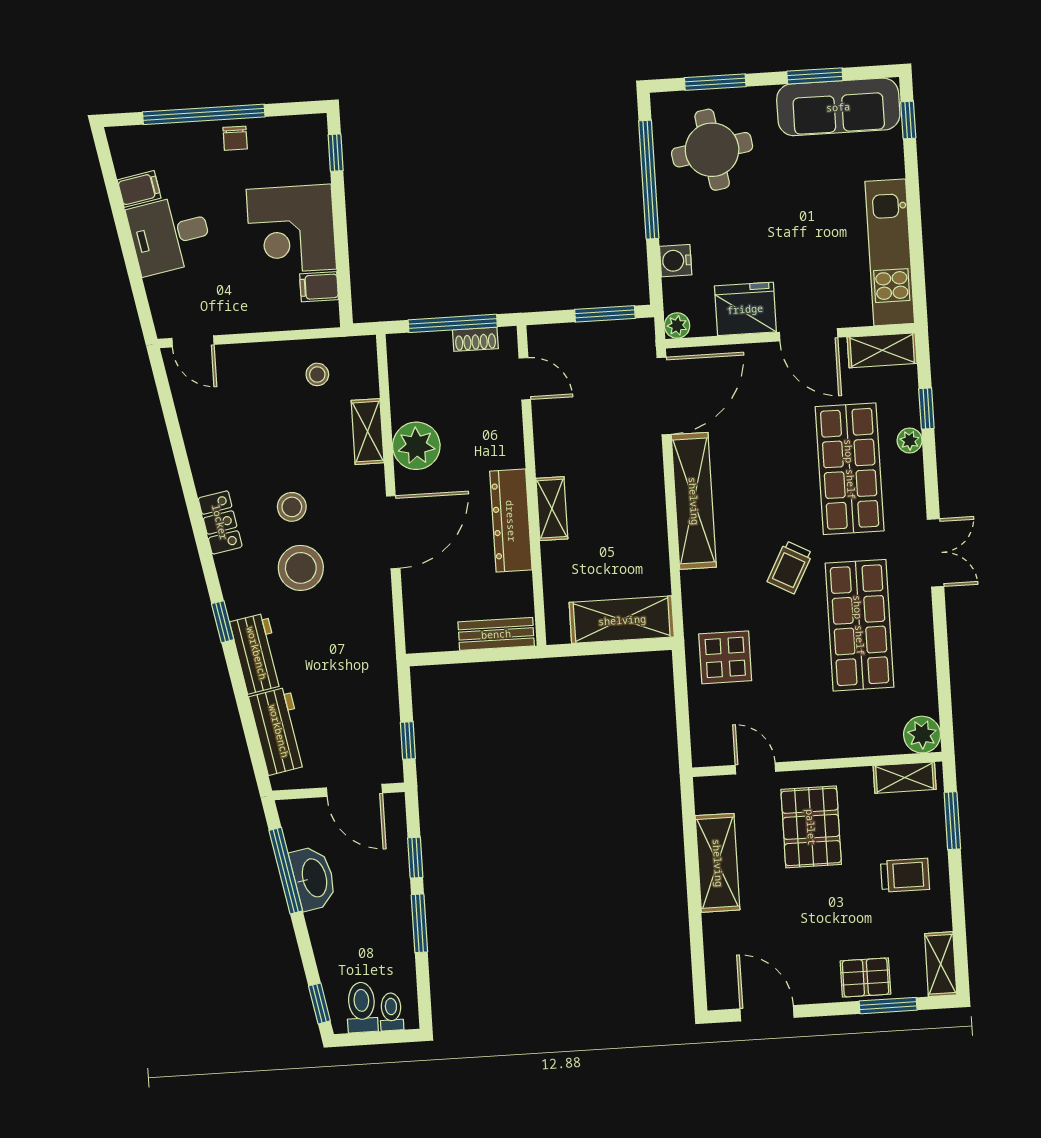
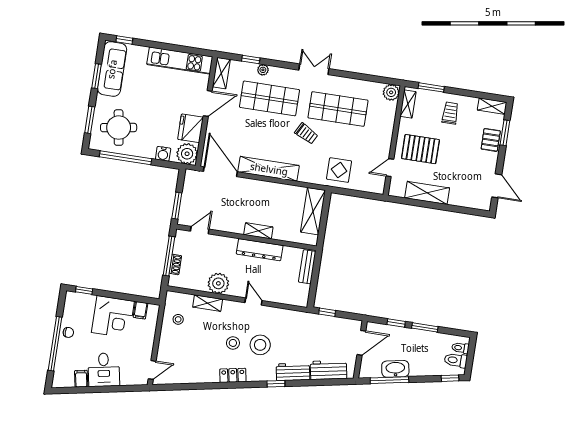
window: (605, 314) -> (177, 206), moved
plant: (677, 325) -> (187, 154), width x1.88, depth x1.88
shoe rack: (475, 339) -> (175, 264), moved
door: (393, 532) -> (254, 302), width x0.53
window: (408, 740) -> (327, 312), moved
door: (767, 1013) -> (497, 186), swing flipped

